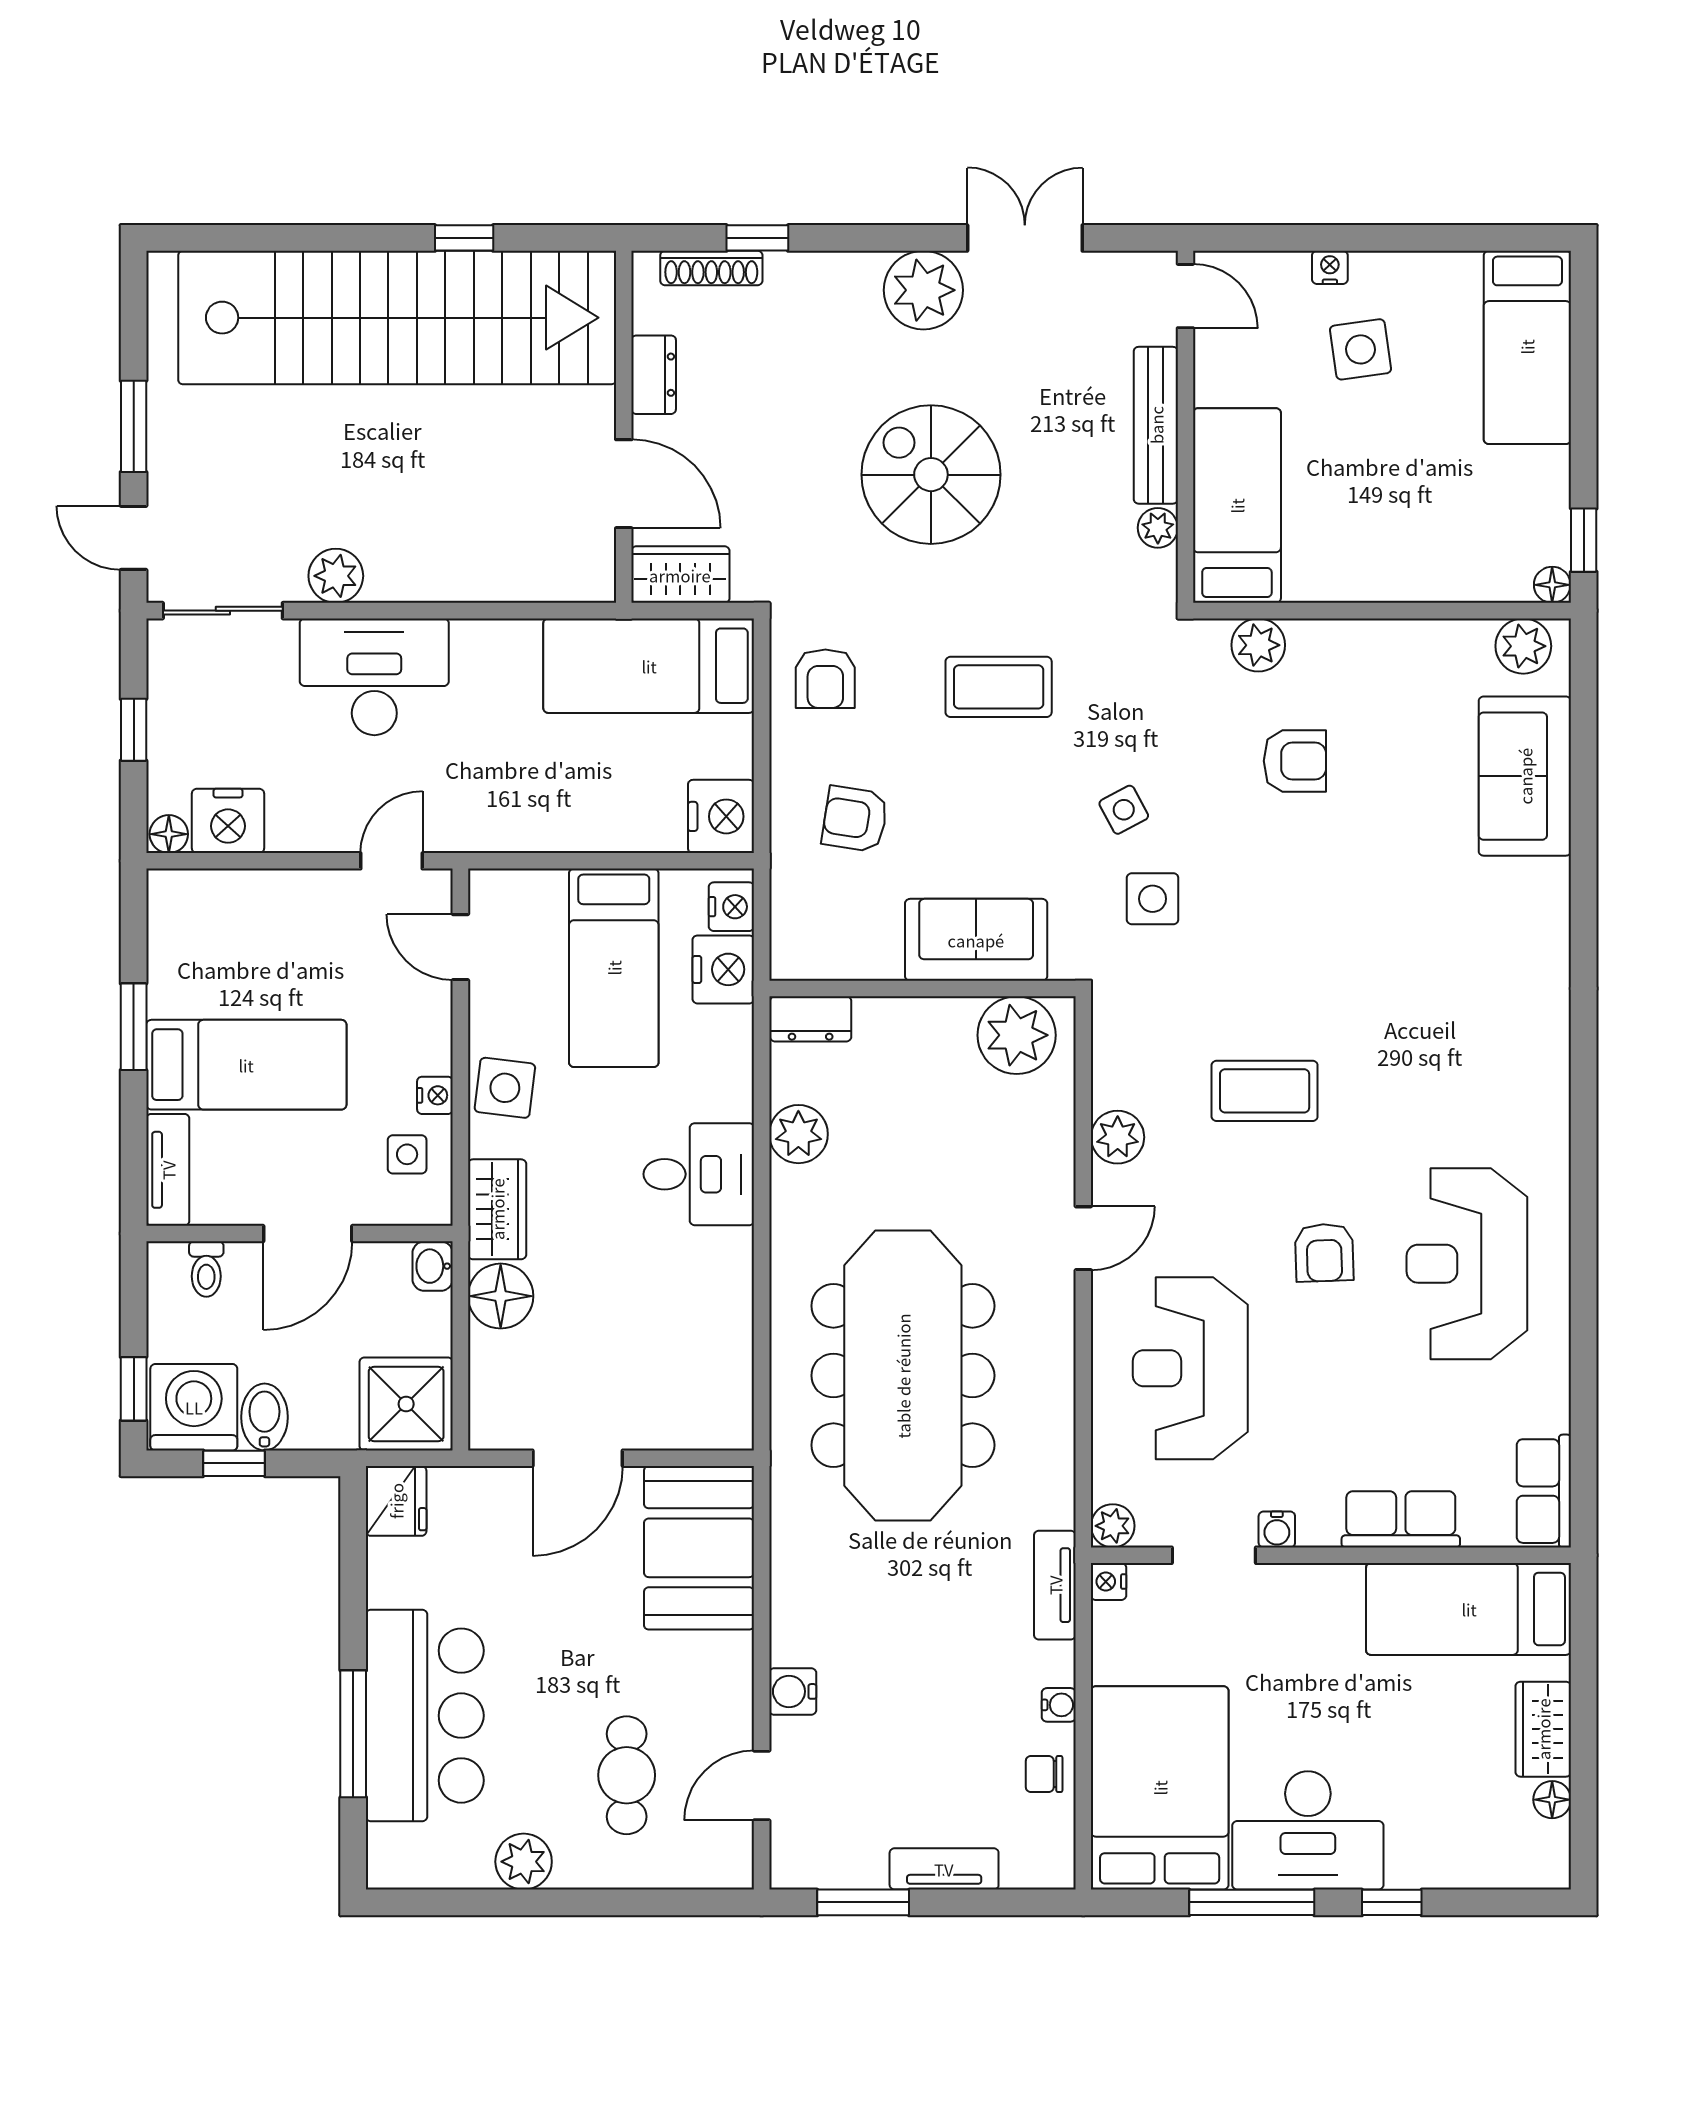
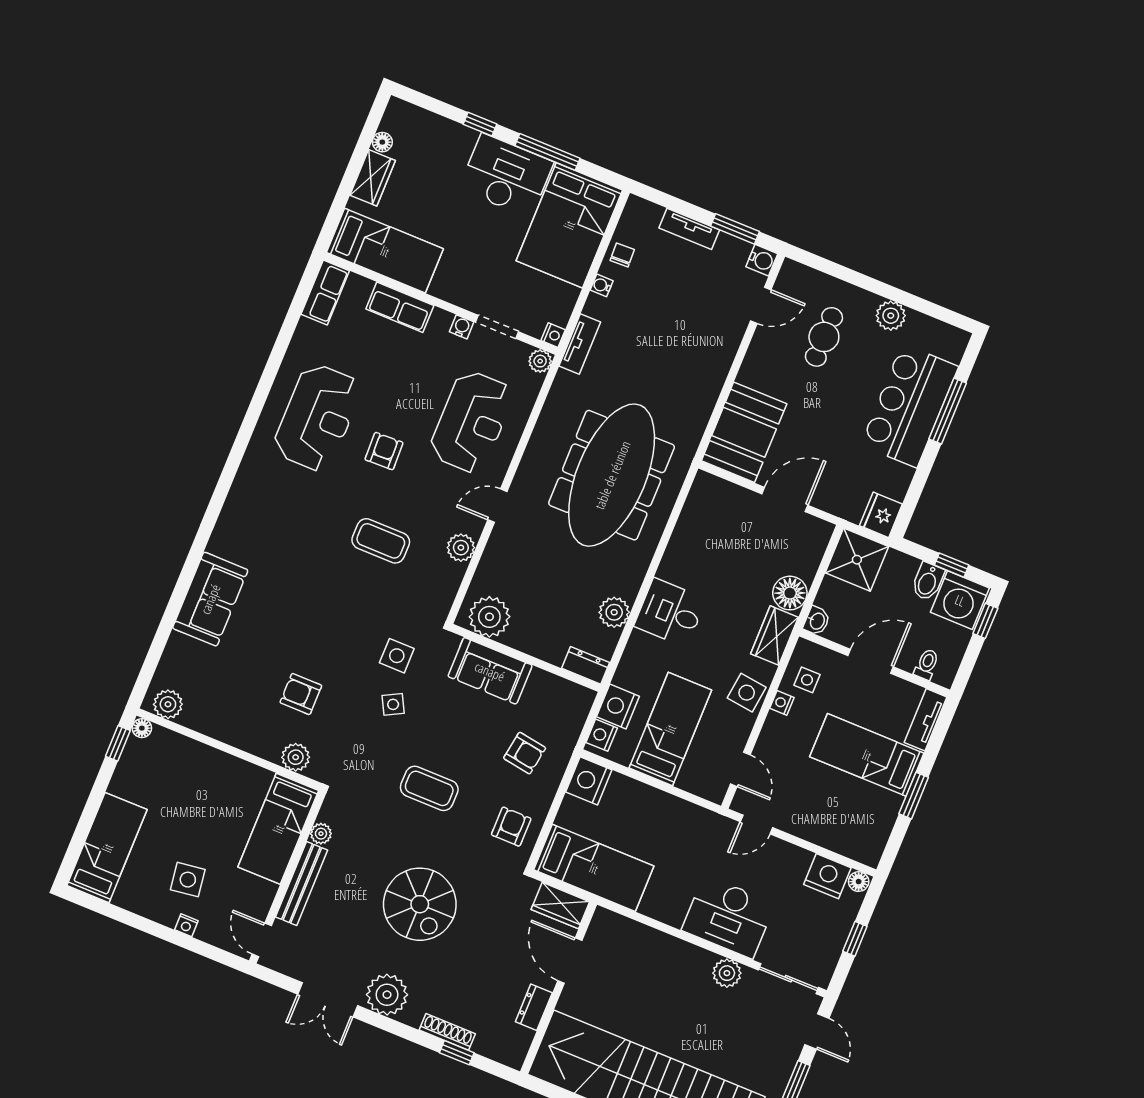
shoe rack: (711, 268) -> (447, 1032), moved
sofa: (1525, 776) -> (210, 599), moved
water cooler: (793, 1691) -> (762, 260), moved
chair: (1044, 1774) -> (622, 255), turned -92

